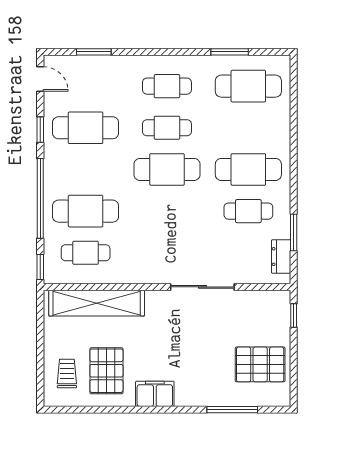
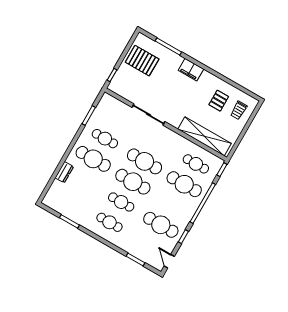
cafe table: (248, 86) -> (145, 161), moved
dresser: (281, 257) -> (64, 172), moved
pallet: (106, 371) -> (219, 101), width x0.67, depth x0.71
filing cabinet: (155, 394) -> (191, 70), moved

